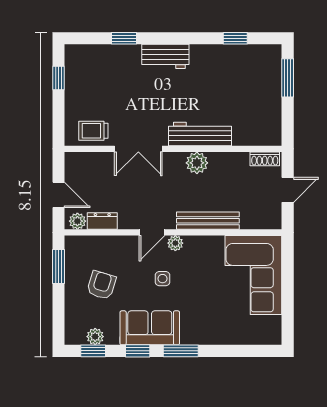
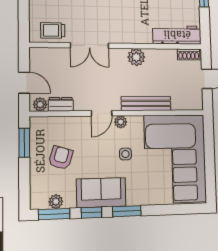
workbench: (200, 134) -> (177, 35), moved
corner sofa: (253, 275) -> (175, 159), width x1.36, depth x1.36
side table: (162, 279) -> (125, 154), moved
window: (93, 351) -> (54, 214), width x1.50

